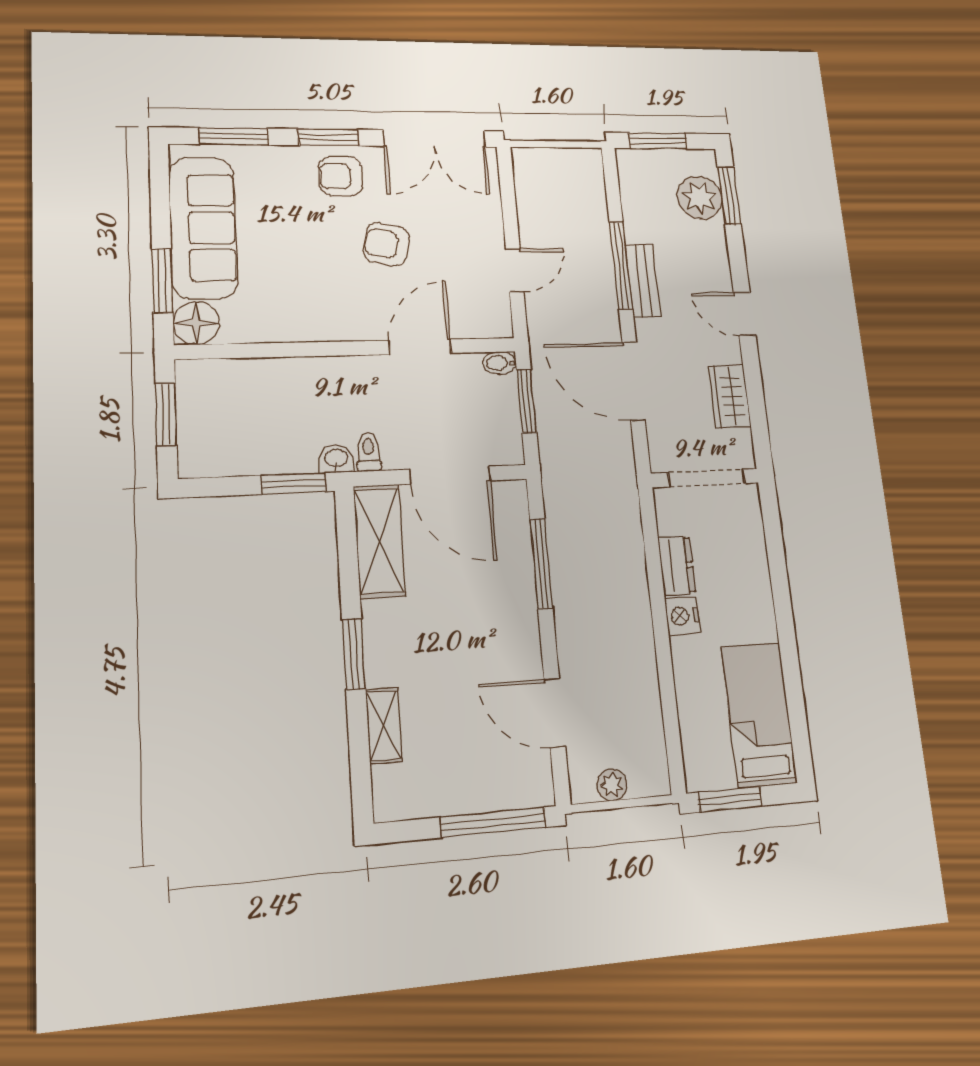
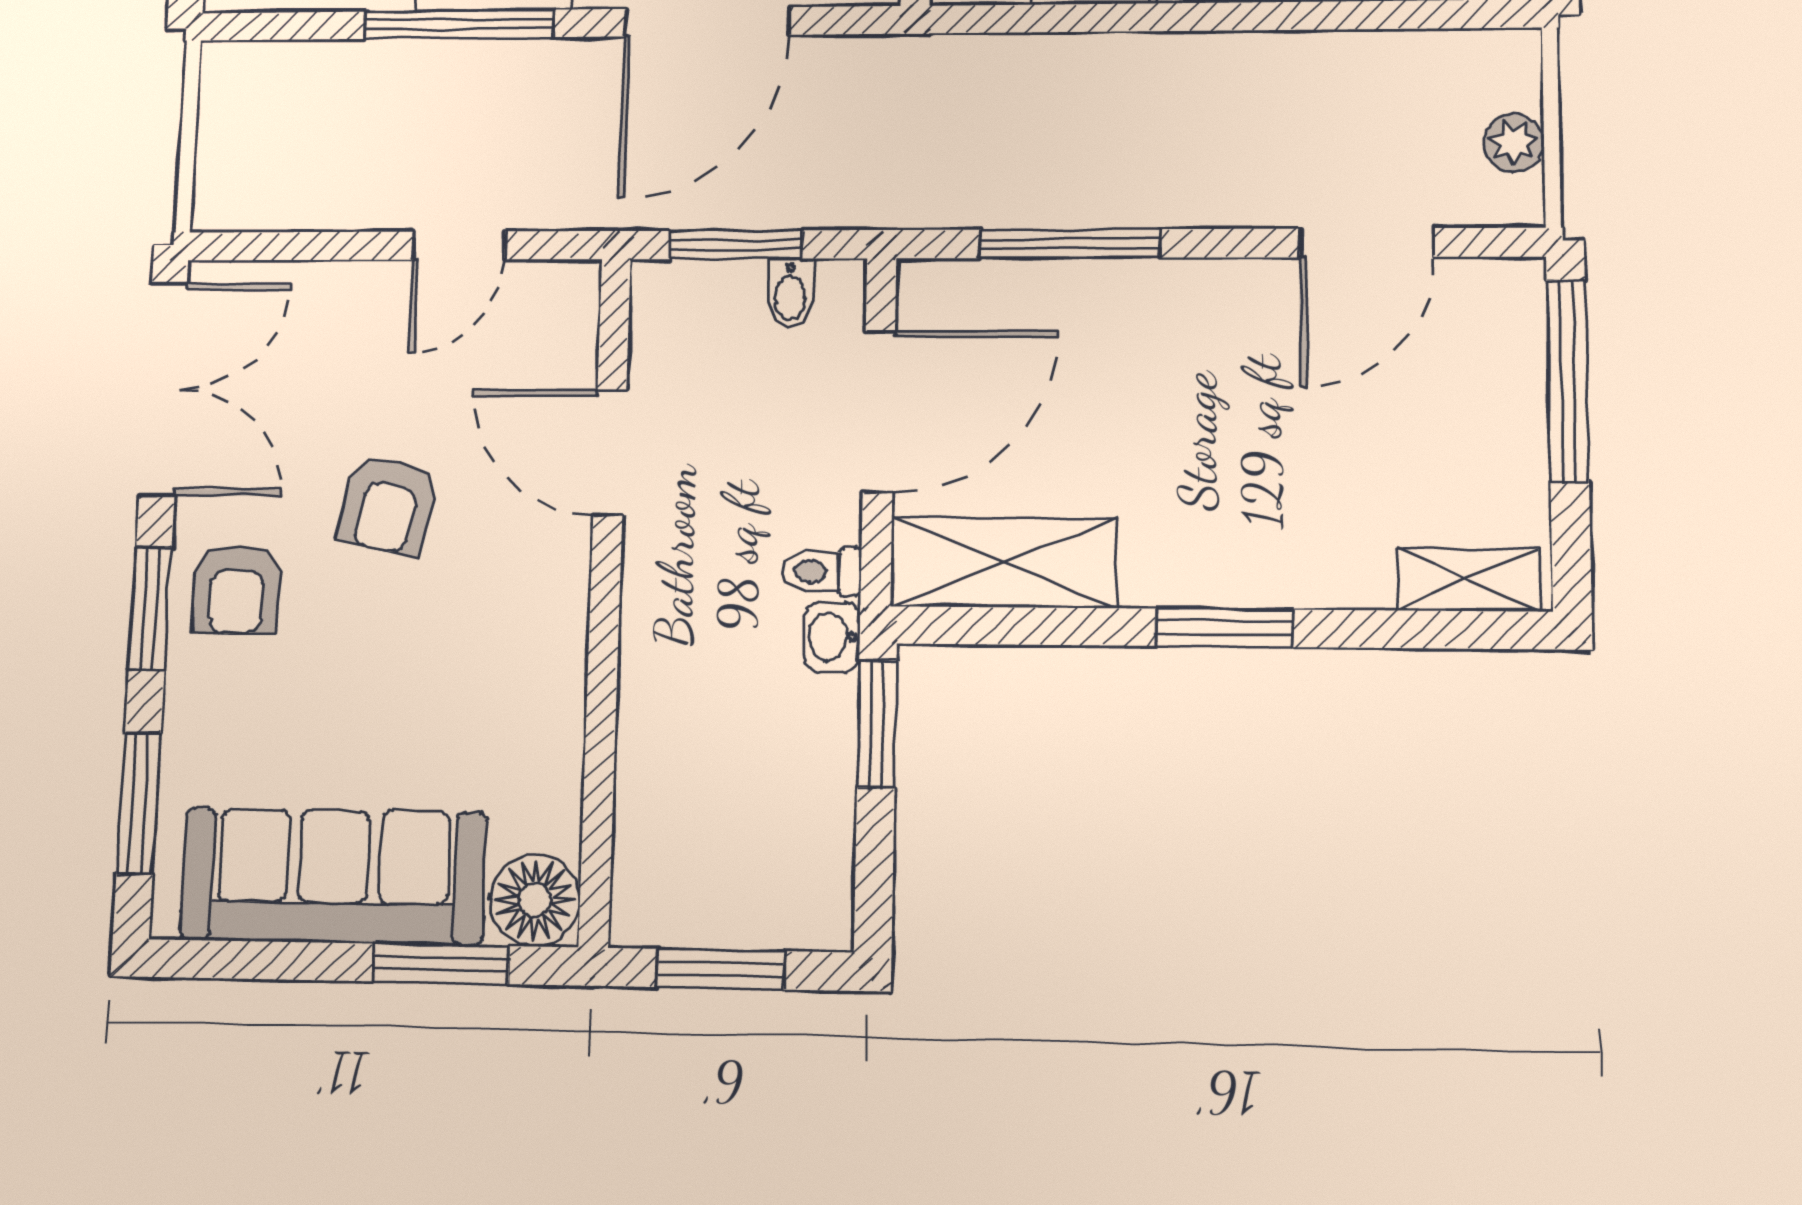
door: (515, 271) -> (459, 246), swing flipped
bidet: (499, 363) -> (790, 293), moved
shelving: (384, 726) -> (1469, 579), moved

